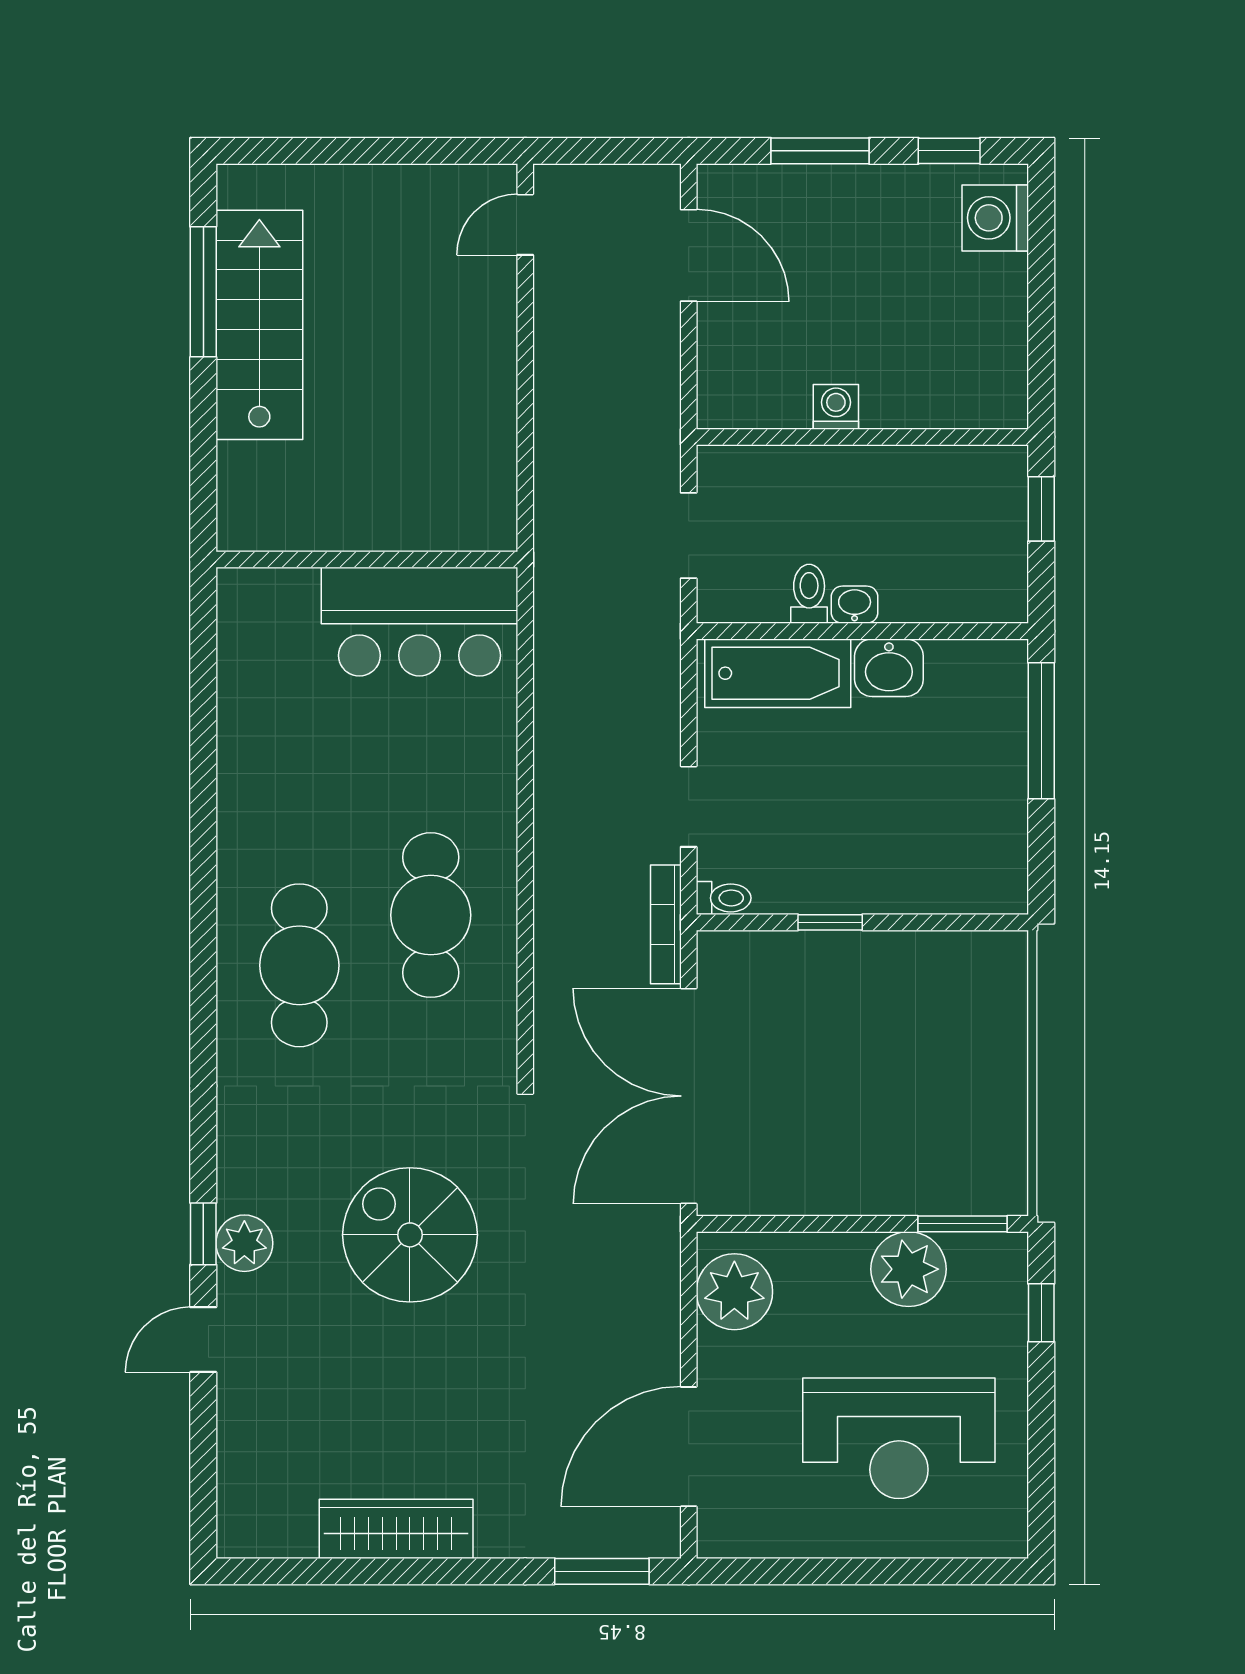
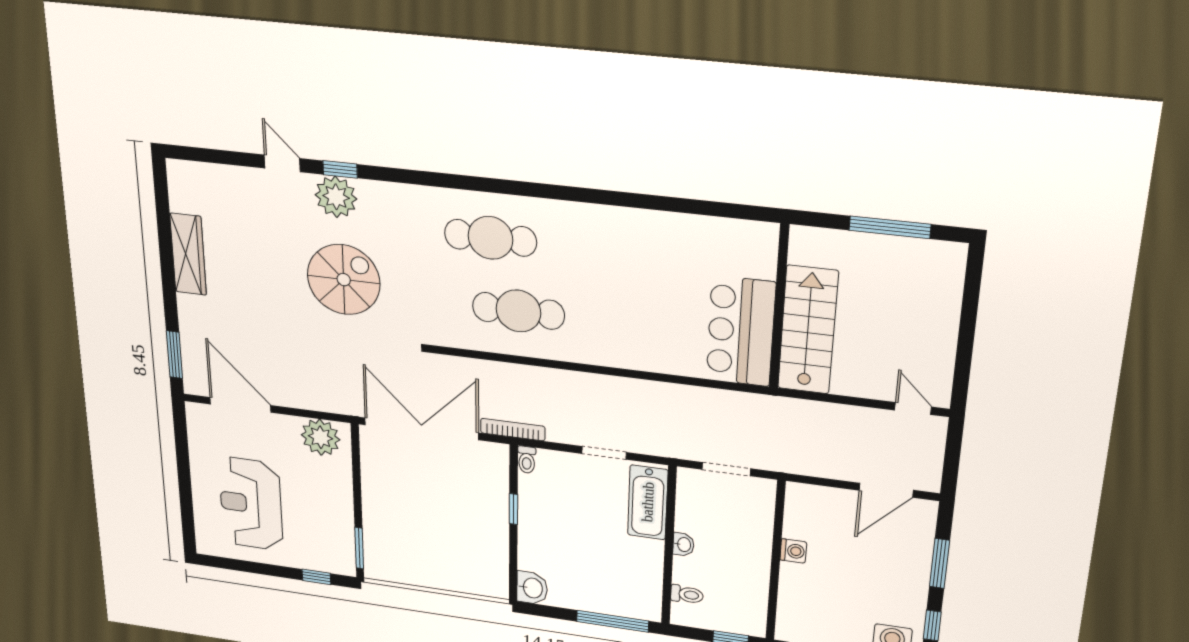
stairs: (259, 325) -> (808, 330), moved, turned -90
wall: (367, 560) -> (779, 307), moved
toilet: (809, 594) -> (687, 594), moved
bar counter: (419, 622) -> (741, 331), moved
washbasin: (889, 668) -> (532, 588), moved, turned 180
doorway: (689, 807) -> (604, 453), moved
plant: (244, 1243) -> (336, 197), width x1.36, depth x1.36
plant: (909, 1269) -> (335, 520), removed

